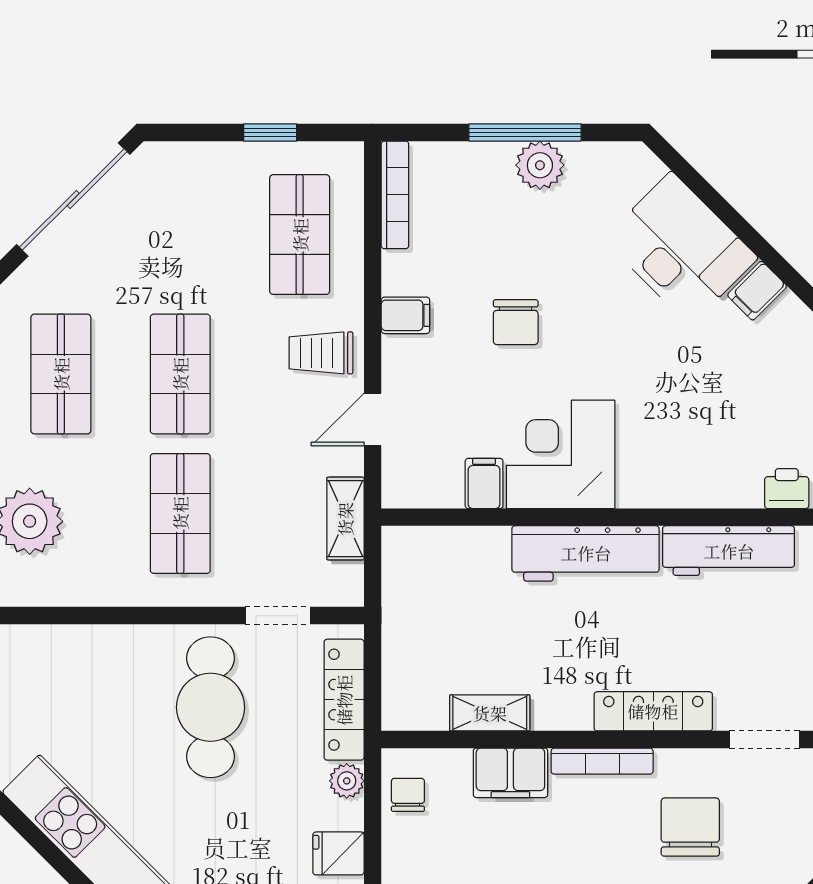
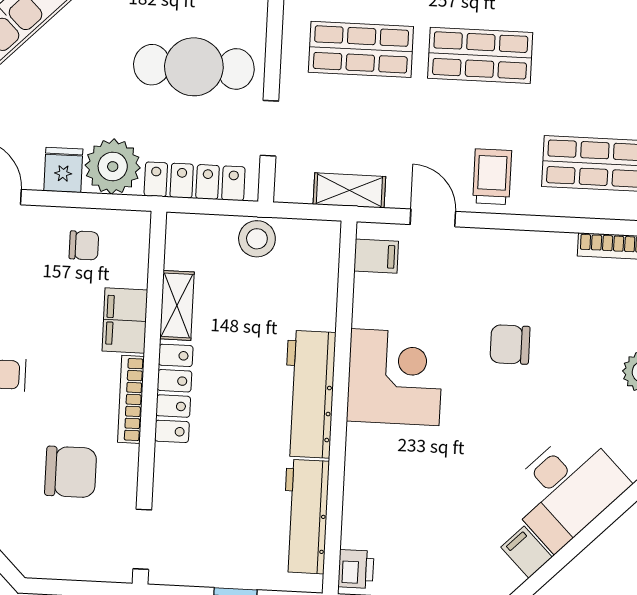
filing cabinet: (405, 315) -> (521, 250), removed
filing cabinet: (484, 483) -> (376, 256), moved
stool: (407, 623) -> (257, 239), added
locker: (653, 711) -> (174, 393), moved
plant: (347, 781) -> (113, 167), width x1.88, depth x1.88
chair: (408, 795) -> (84, 245), moved

